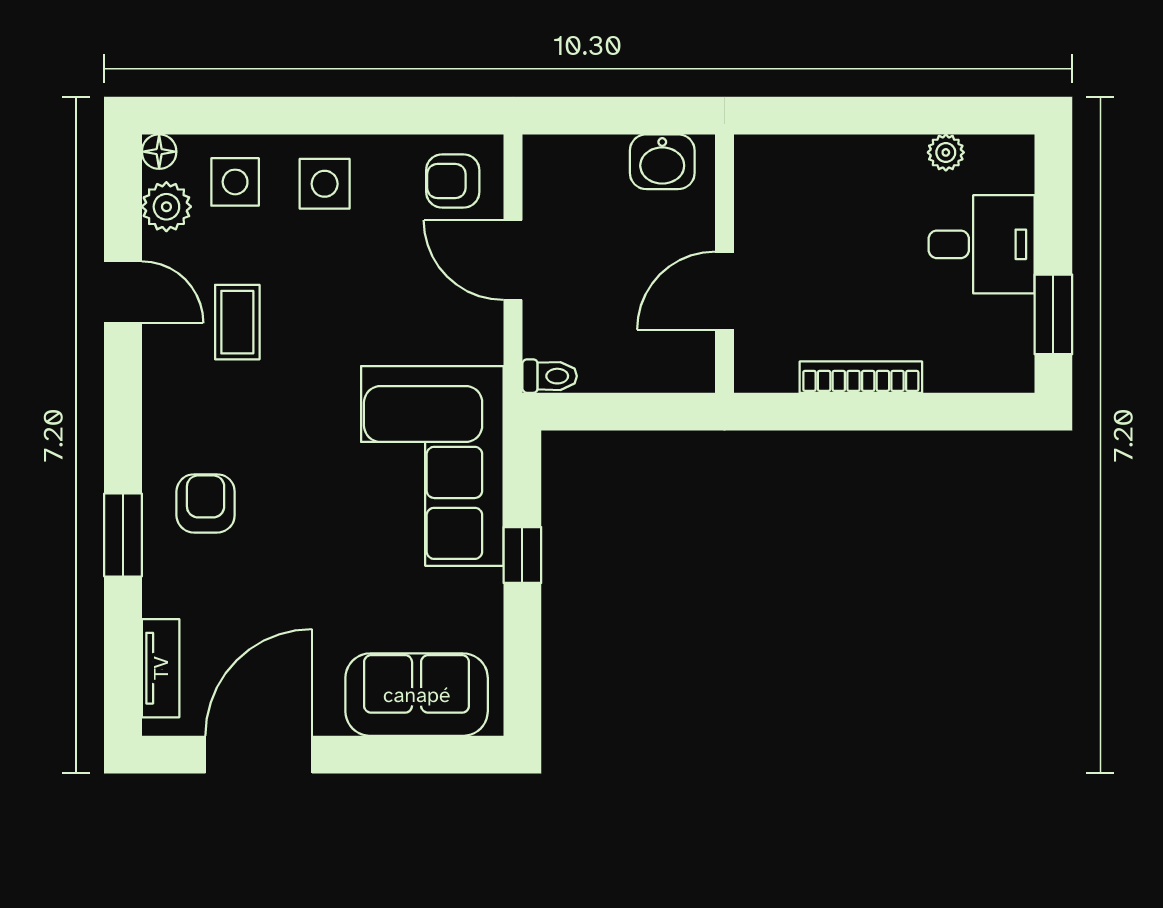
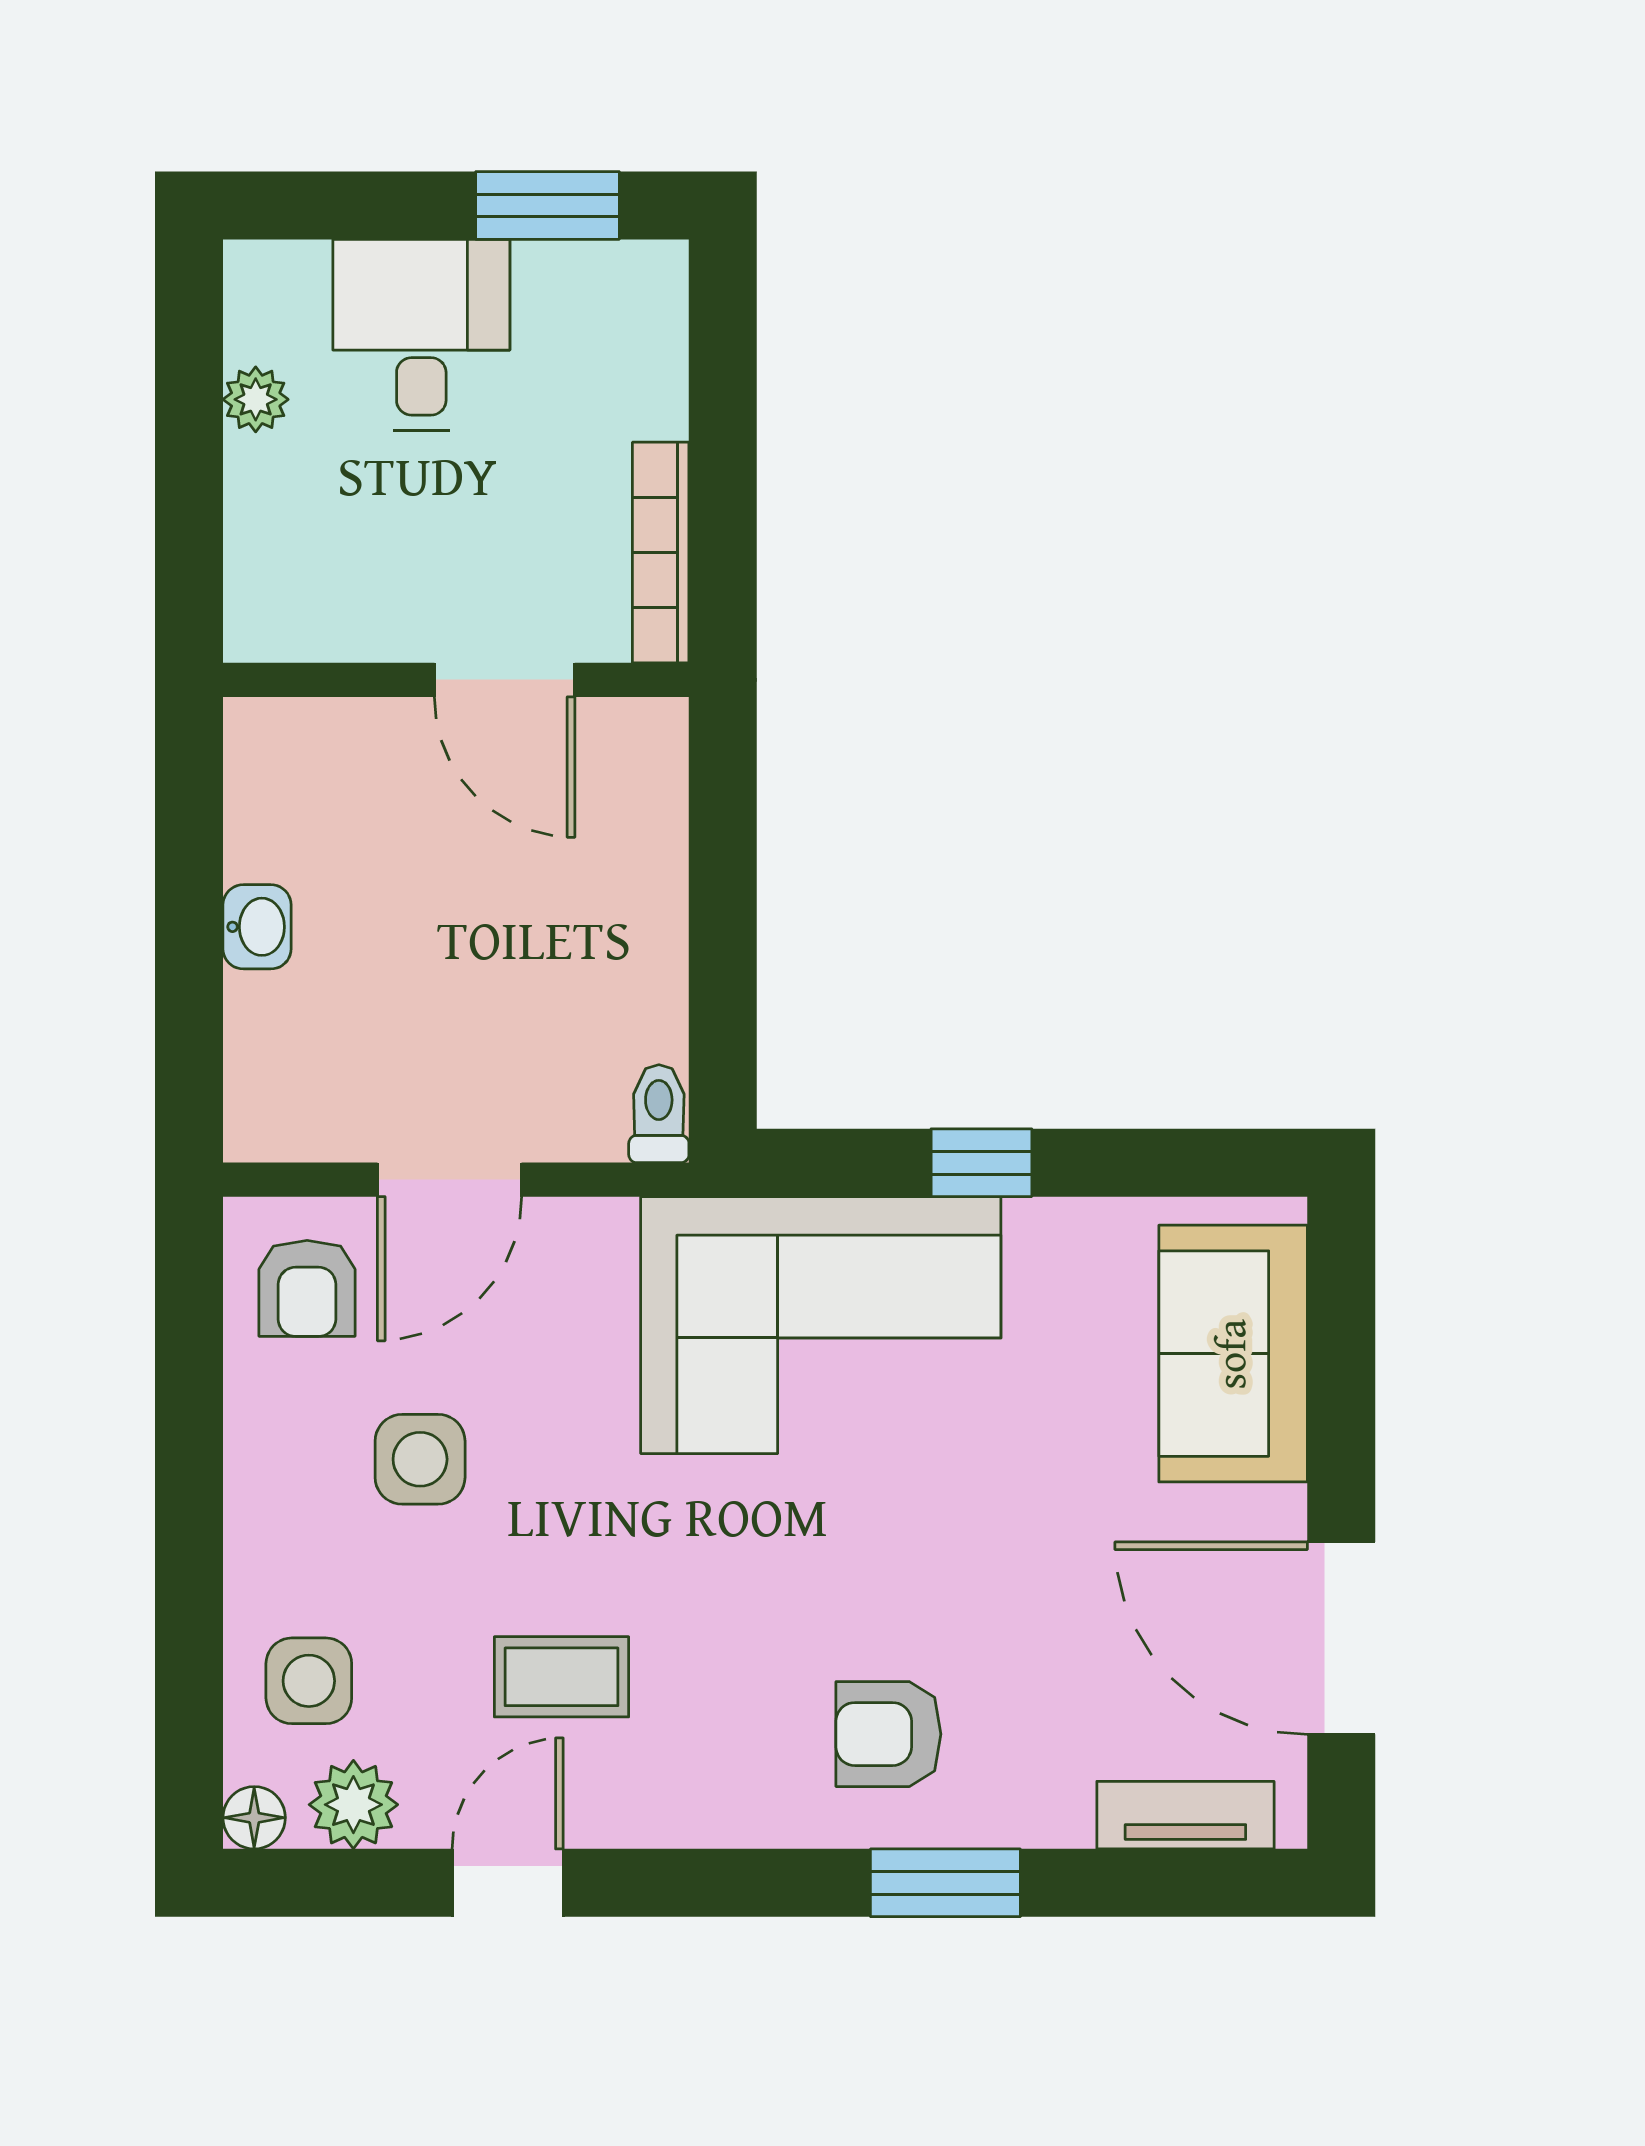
washbasin: (662, 162) -> (257, 927), width x0.72, depth x0.69
side table: (325, 184) -> (420, 1459), moved
wall: (724, 264) -> (456, 680), moved
door: (724, 291) -> (505, 680), moved

